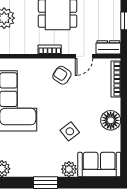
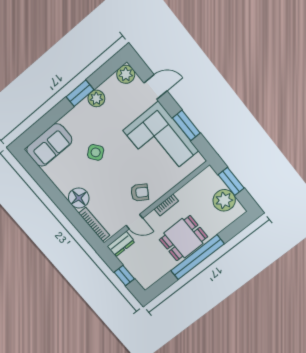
door: (84, 56) -> (134, 222), swing flipped
floor lamp: (111, 120) -> (79, 198), moved
plant: (69, 169) -> (96, 98), moved

